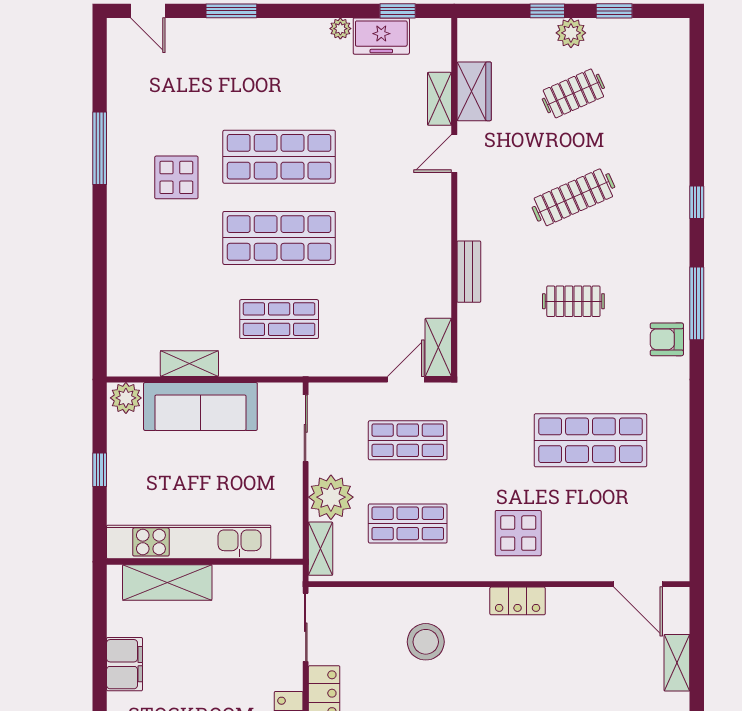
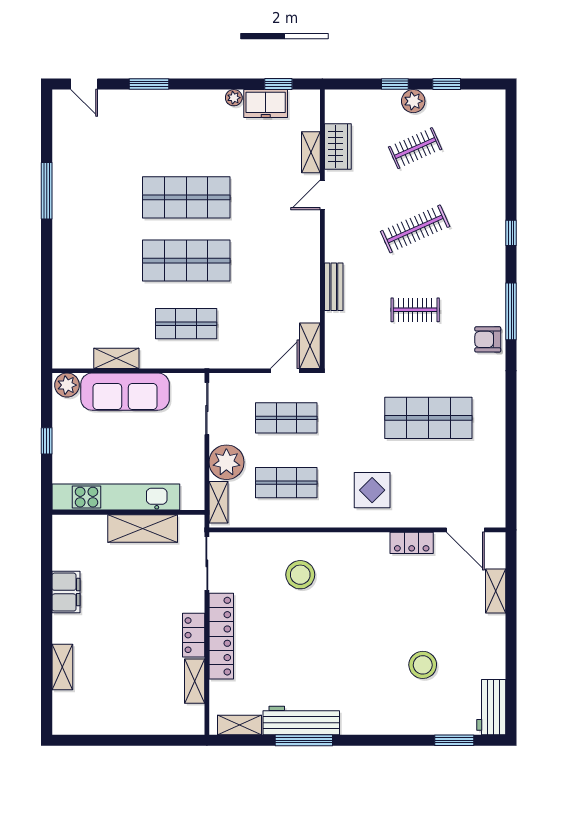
display table: (176, 177) -> (106, 213), removed
shelving: (167, 582) -> (143, 528), moved
locker: (518, 601) -> (412, 543), moved

